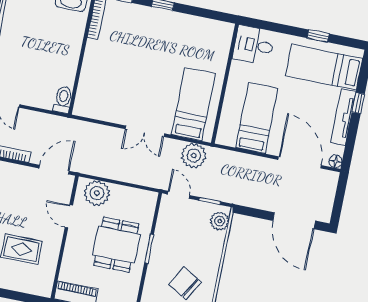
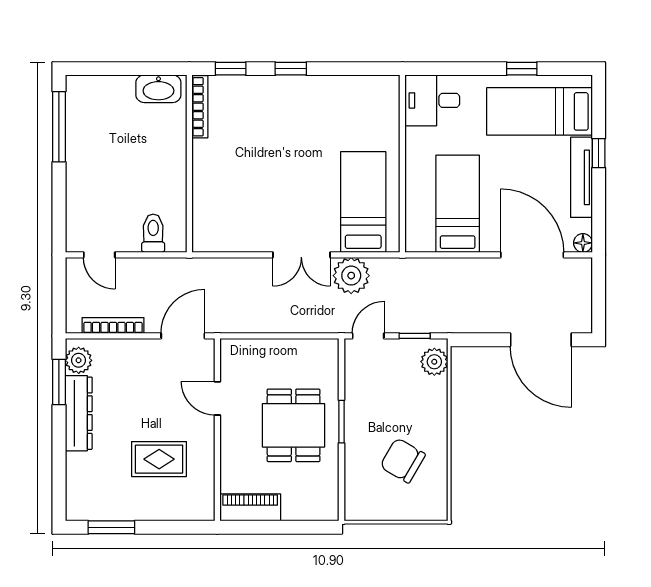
toilet: (63, 100) -> (153, 233), moved
plant: (194, 156) -> (351, 276), moved
plant: (97, 193) -> (251, 357), removed
door: (179, 195) -> (368, 336), hinge flipped

